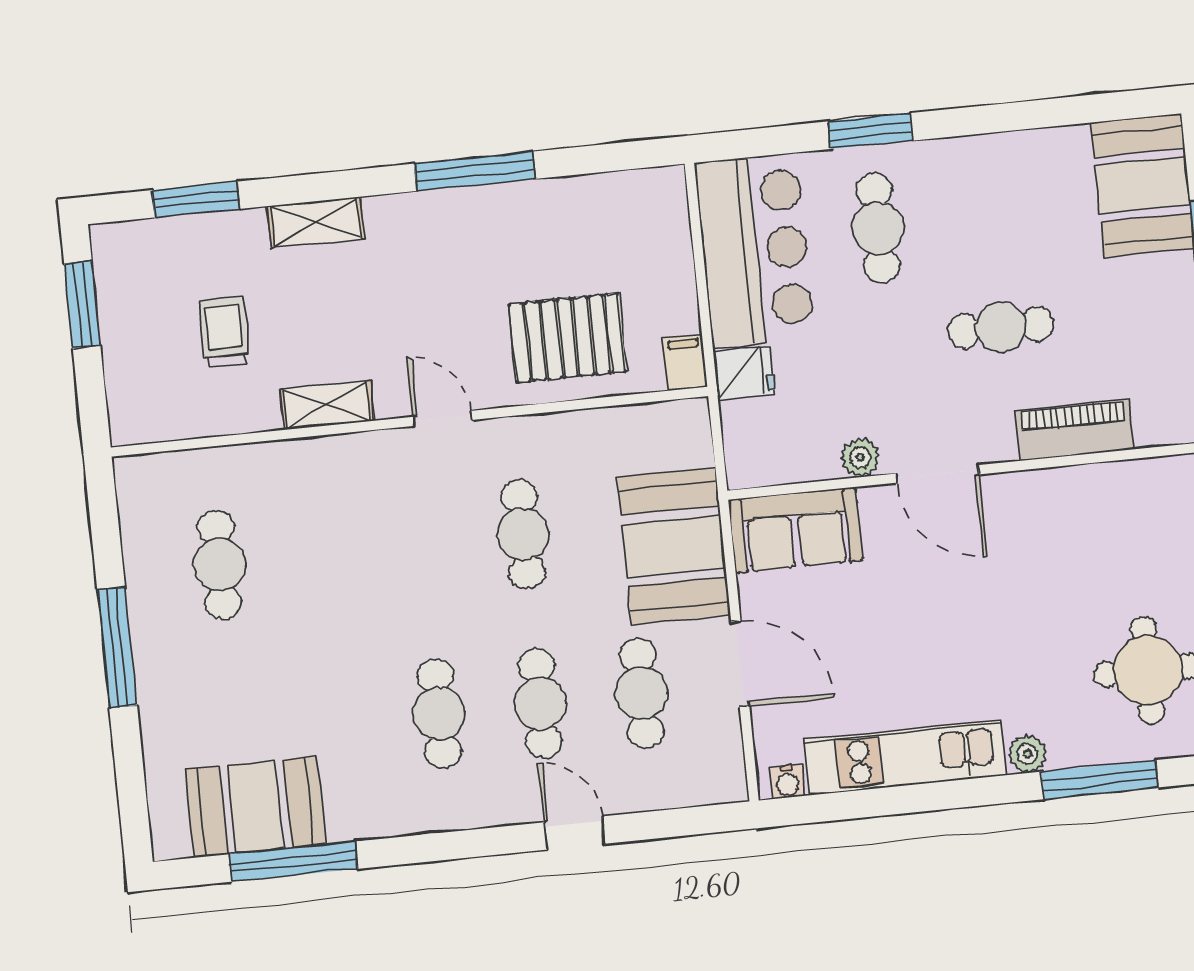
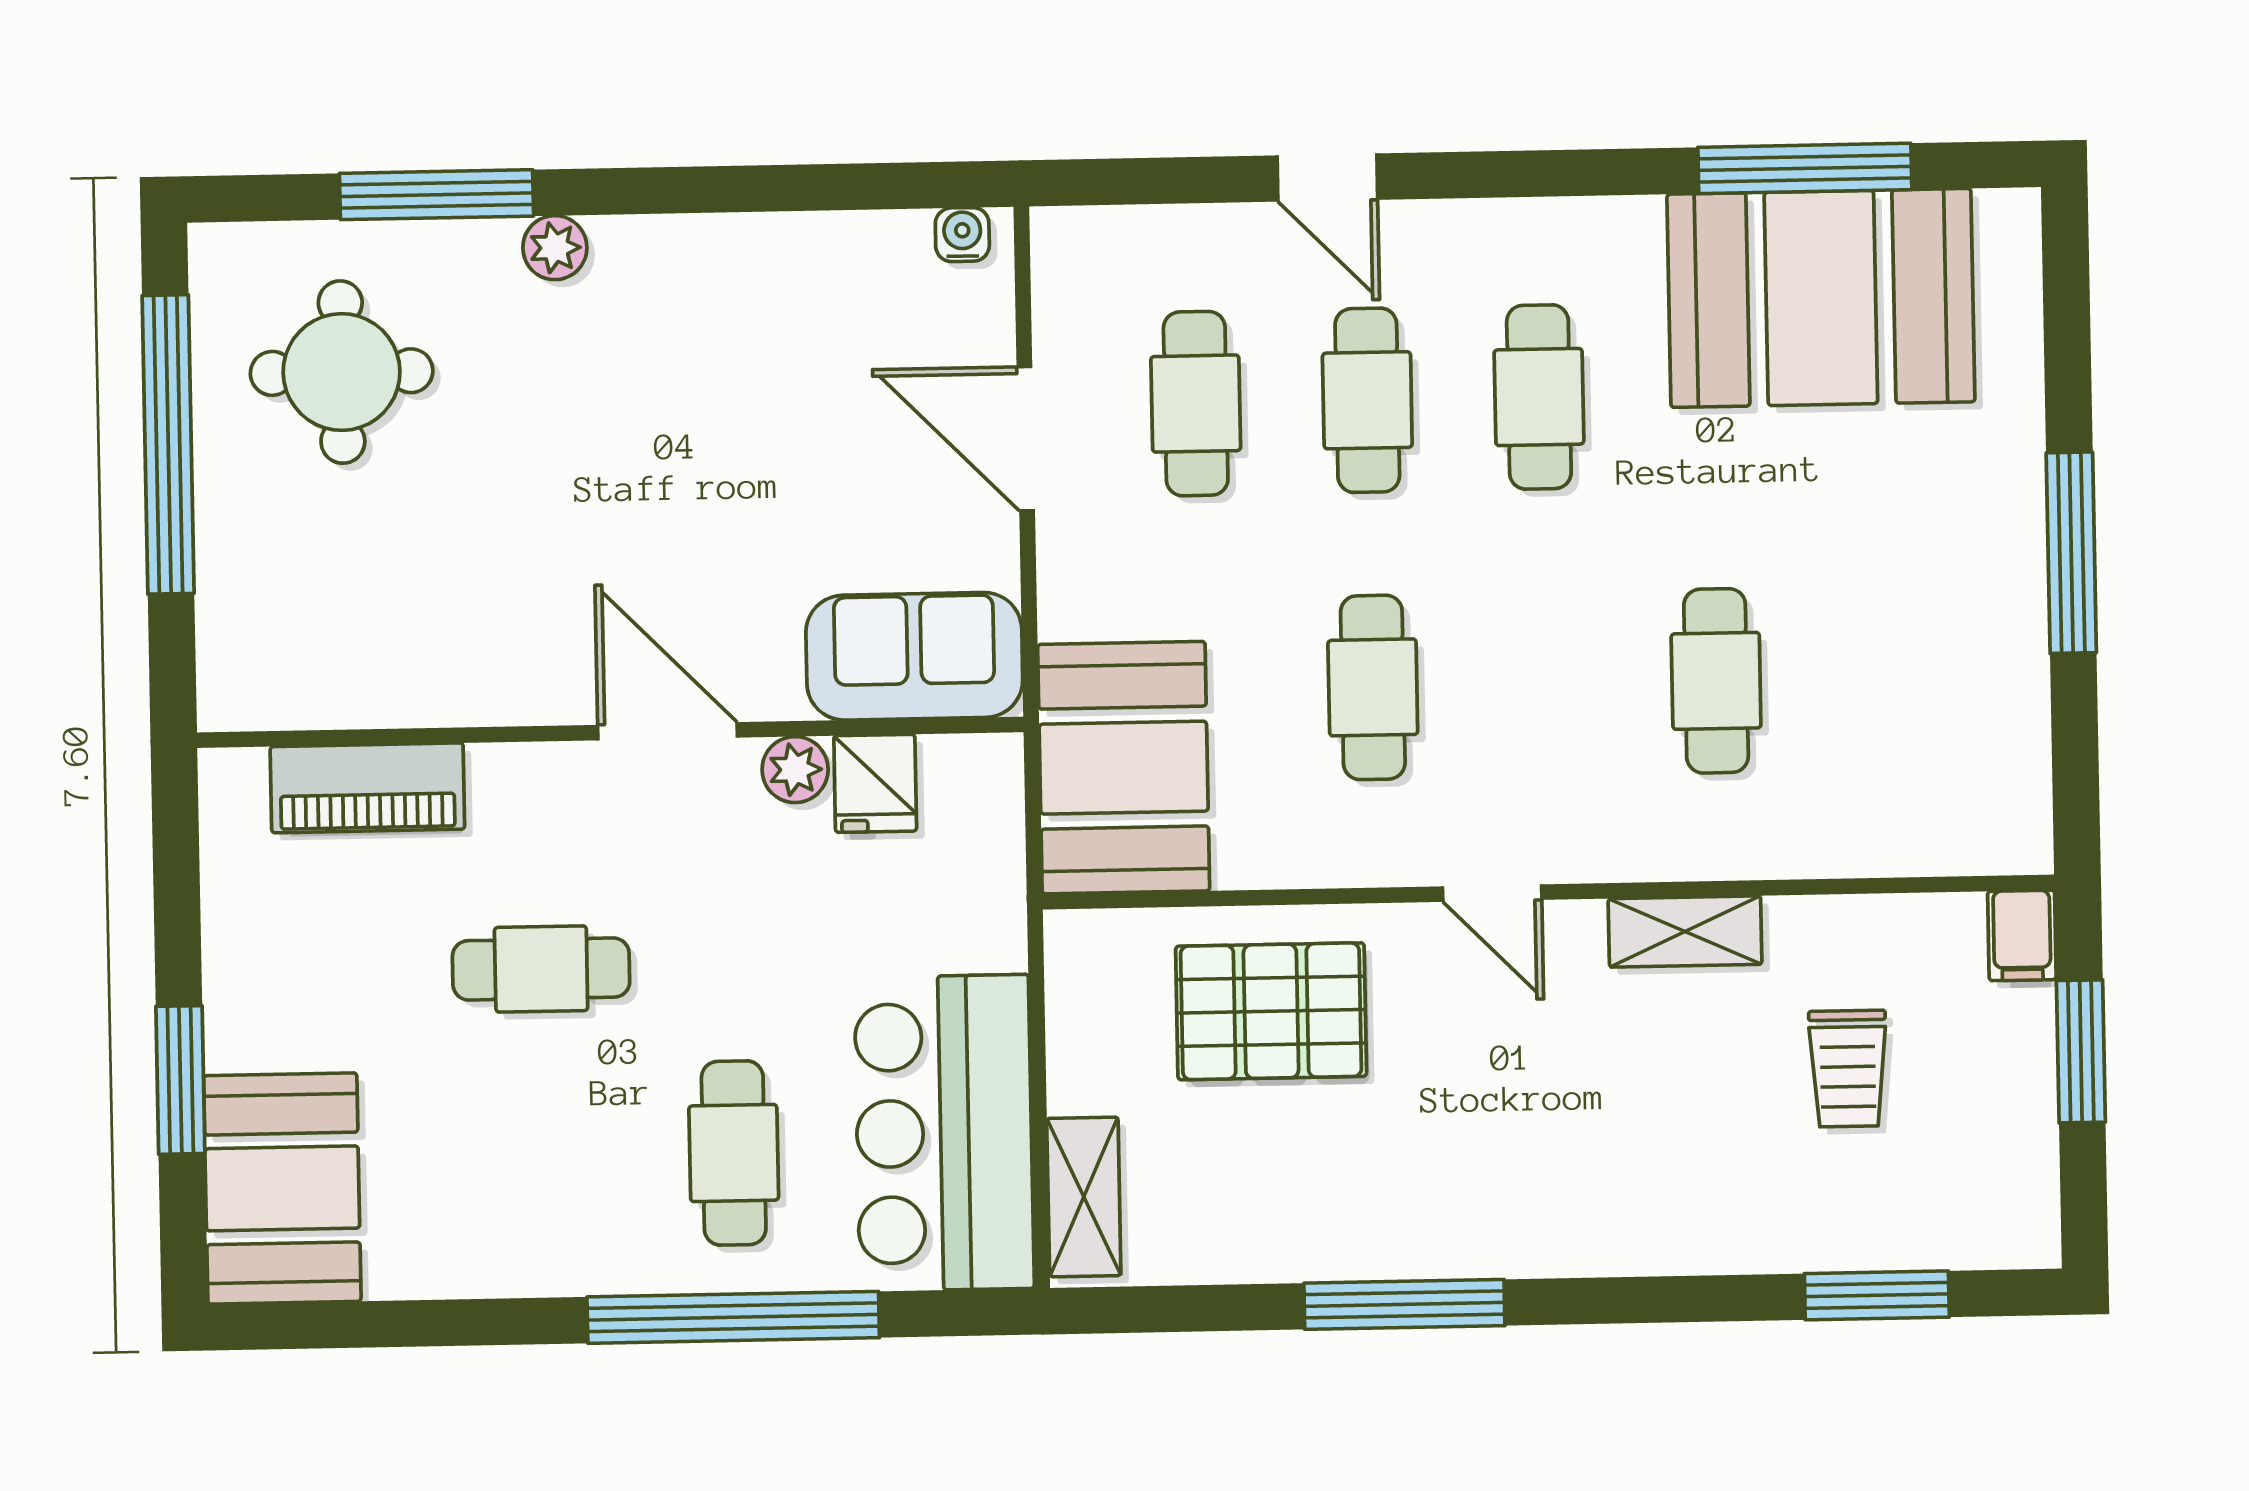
window: (870, 131) -> (733, 1317), width x2.11
shelving: (316, 222) -> (1084, 1197), moved, turned 90
window: (82, 305) -> (2081, 1051), moved
filing cabinet: (685, 363) -> (2022, 935), moved
fridge: (744, 373) -> (875, 783), moved, turned -90
piano: (1074, 430) -> (367, 788), moved
booth: (674, 546) -> (1124, 768), moved
cafe table: (220, 565) -> (1716, 681), moved
kitchen unit: (905, 757) -> (762, 259), removed
booth: (255, 807) -> (1821, 298), width x1.36, depth x1.42

